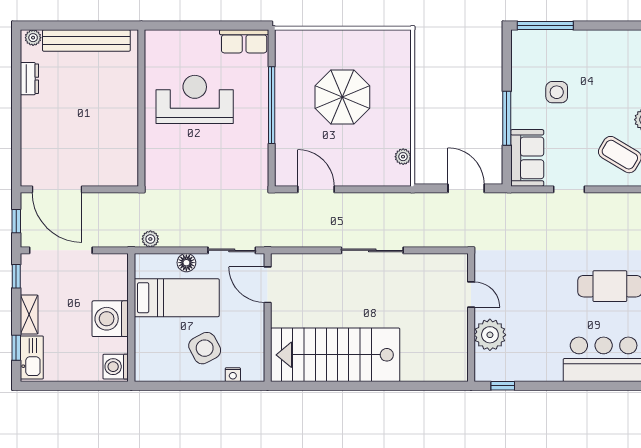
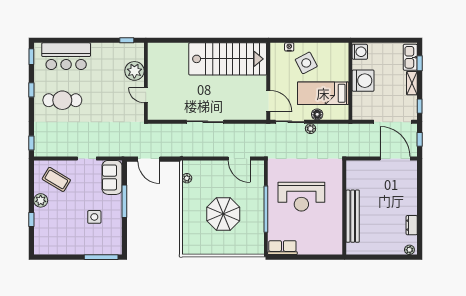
bench: (86, 40) -> (353, 216), moved, turned 90
reception desk: (195, 99) -> (301, 197), moved
plant: (150, 239) -> (310, 129), moved

